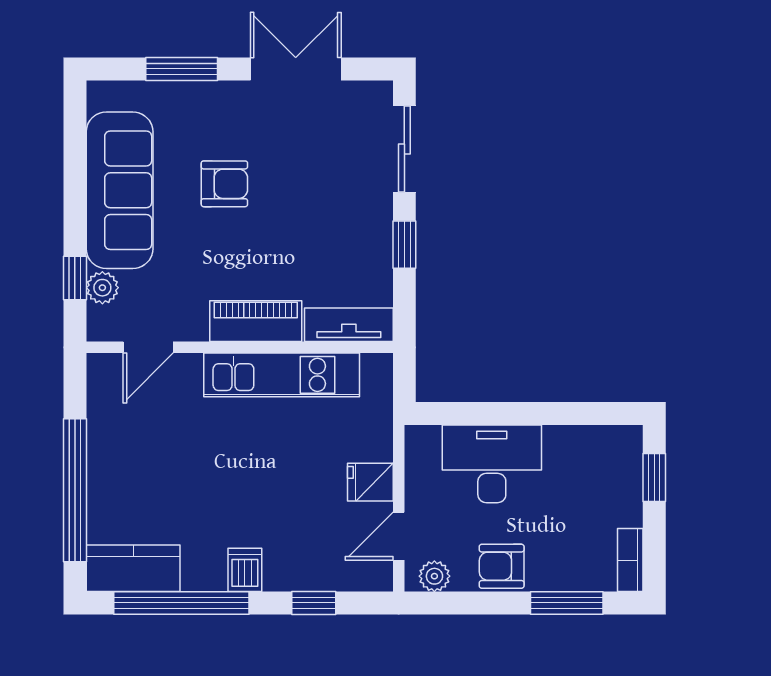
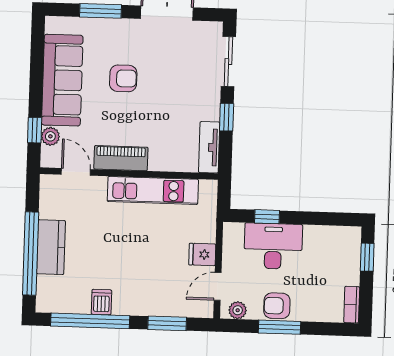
piano: (256, 321) -> (121, 158), moved
tv unit: (349, 325) -> (209, 147), moved, turned -90
door: (148, 347) -> (76, 172), swing flipped
window: (480, 414) -> (267, 217), added
kitchen counter: (133, 568) -> (51, 247), moved, turned 90
dishwasher: (245, 570) -> (101, 302), moved
window: (314, 603) -> (167, 323), width x1.50
window: (567, 603) -> (280, 327), moved

